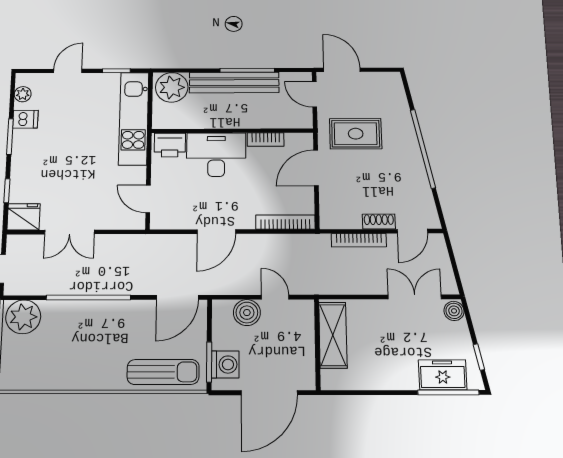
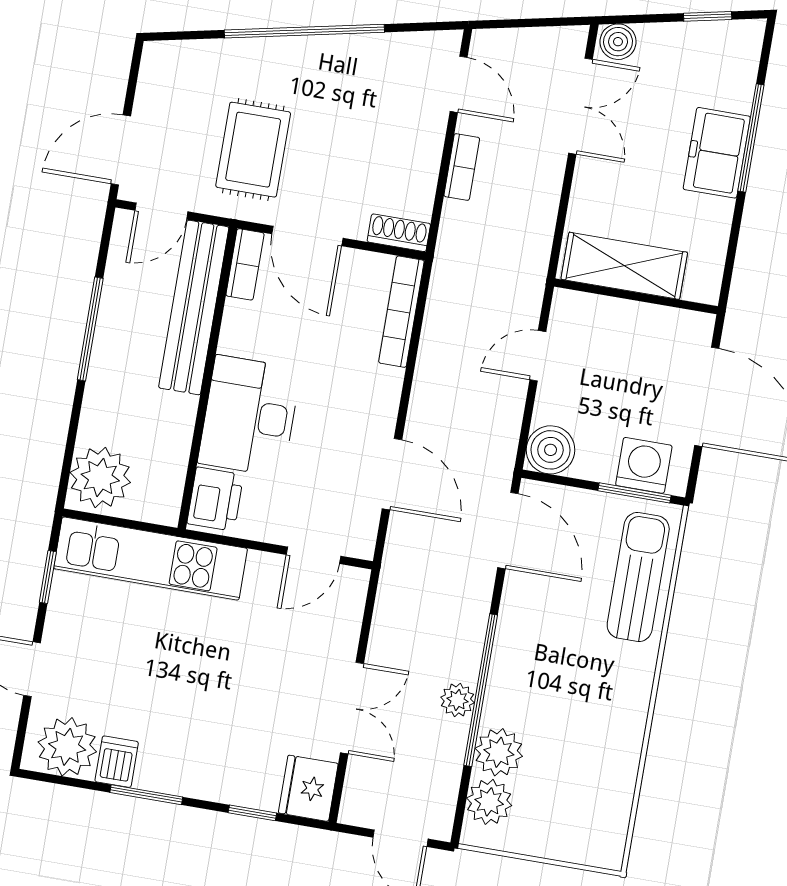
bench: (234, 83) -> (194, 307), moved
plant: (23, 94) -> (67, 747), width x1.88, depth x1.88
bookcase: (266, 140) -> (245, 264), moved
shoe rack: (379, 222) -> (399, 233), moved, turned 90
door: (216, 232) -> (392, 474), moved
bookcase: (359, 240) -> (462, 167), width x0.64
plant: (81, 286) -> (457, 700), added
double door: (415, 297) -> (581, 106), swing flipped
plant: (56, 313) -> (499, 752), added
boiler: (247, 313) -> (551, 450), moved
plant: (23, 317) -> (489, 802), width x0.73, depth x0.73
freezer: (443, 375) -> (717, 153), moved
window: (448, 392) -> (751, 138), moved

